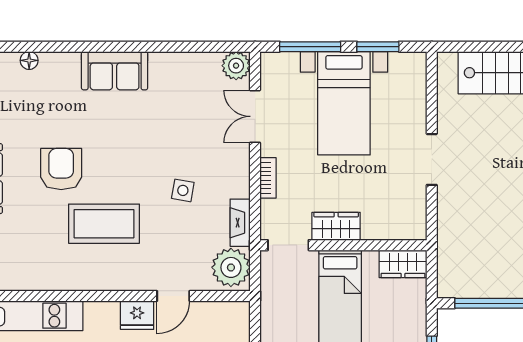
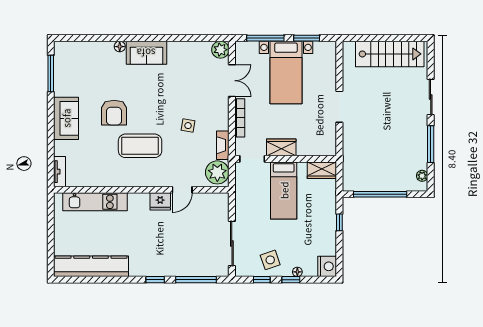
floor lamp: (29, 60) -> (120, 47), moved
double door: (255, 116) -> (232, 81), swing flipped
armchair: (61, 169) -> (114, 113), turned 180
bookcase: (268, 178) -> (240, 118), width x1.56

